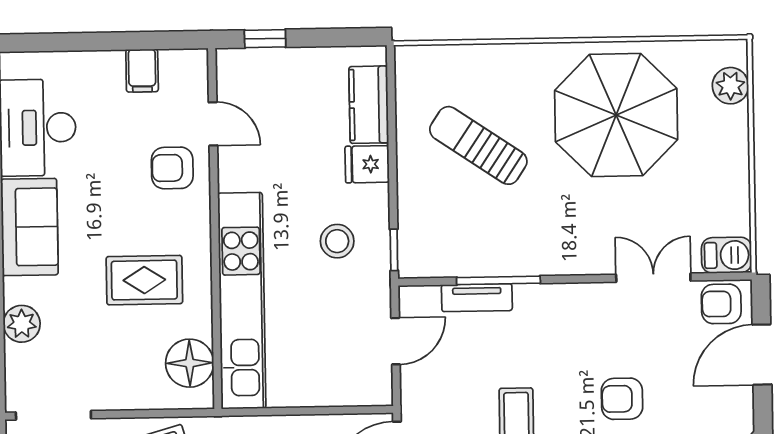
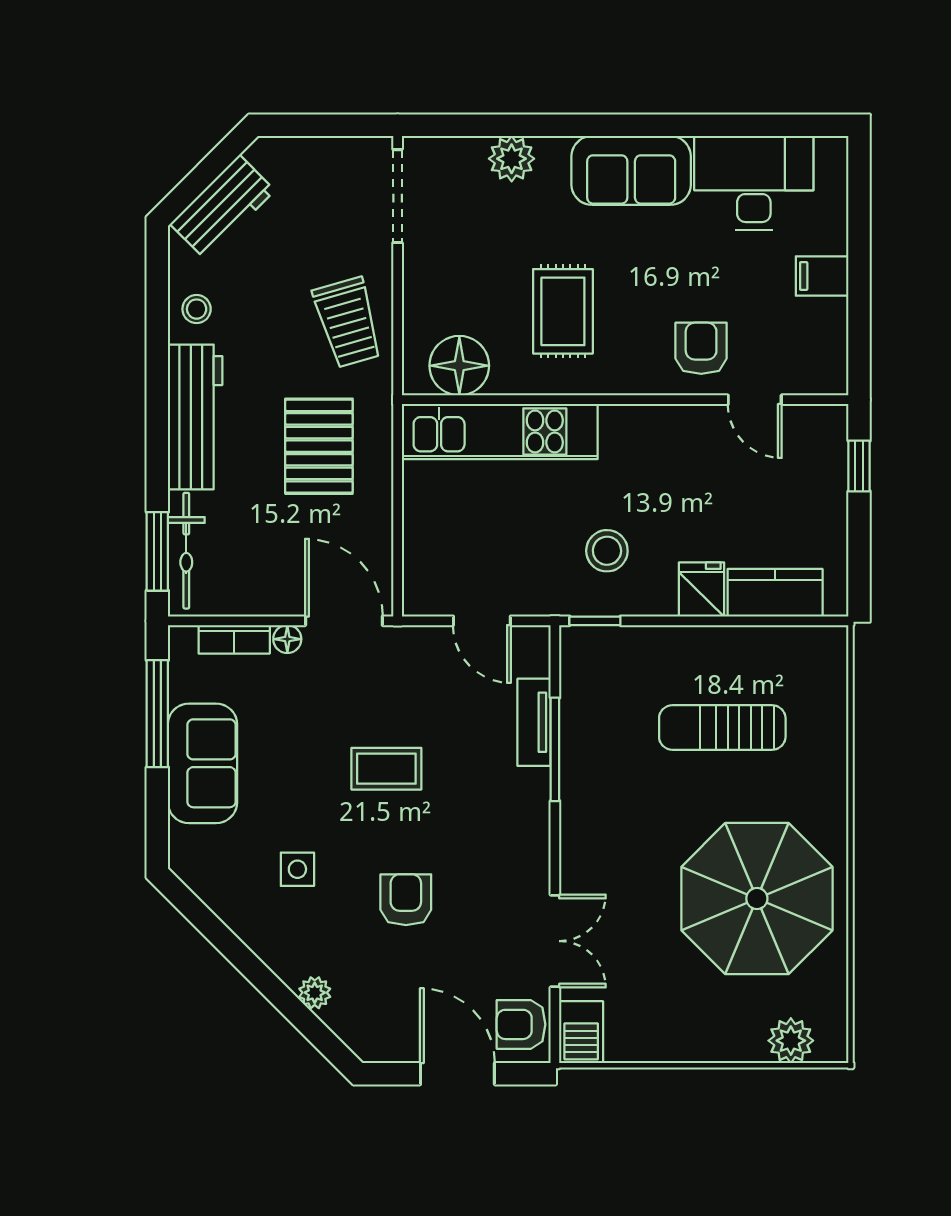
filing cabinet: (142, 71) -> (822, 276), moved
door: (213, 124) -> (755, 400), hinge flipped
sun lounger: (478, 145) -> (722, 727), turned -124
kitchen unit: (242, 301) -> (500, 431), width x0.73
armchair: (721, 304) -> (521, 1024), turned -90

